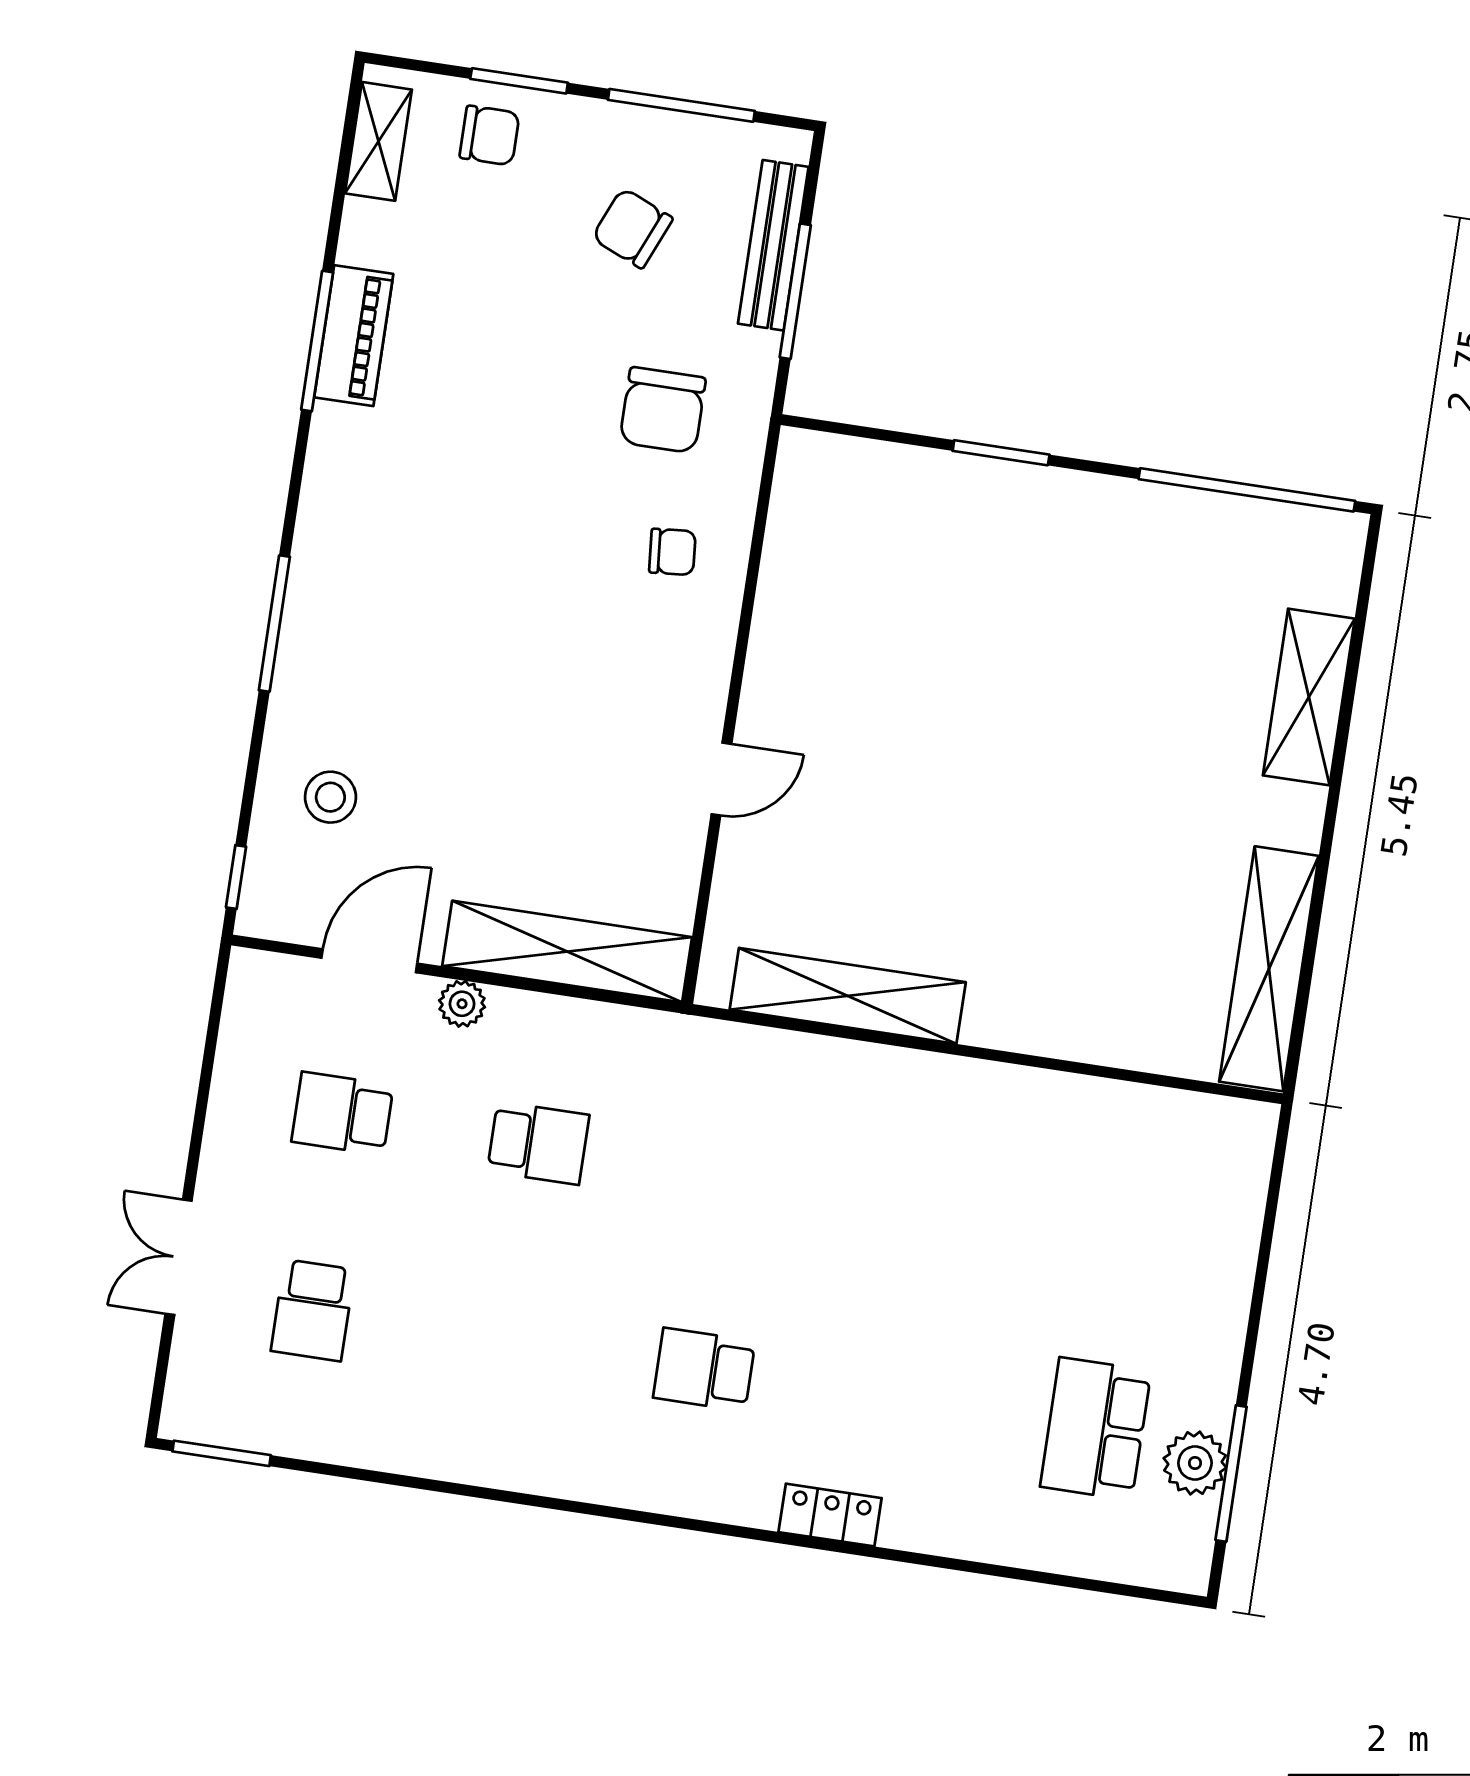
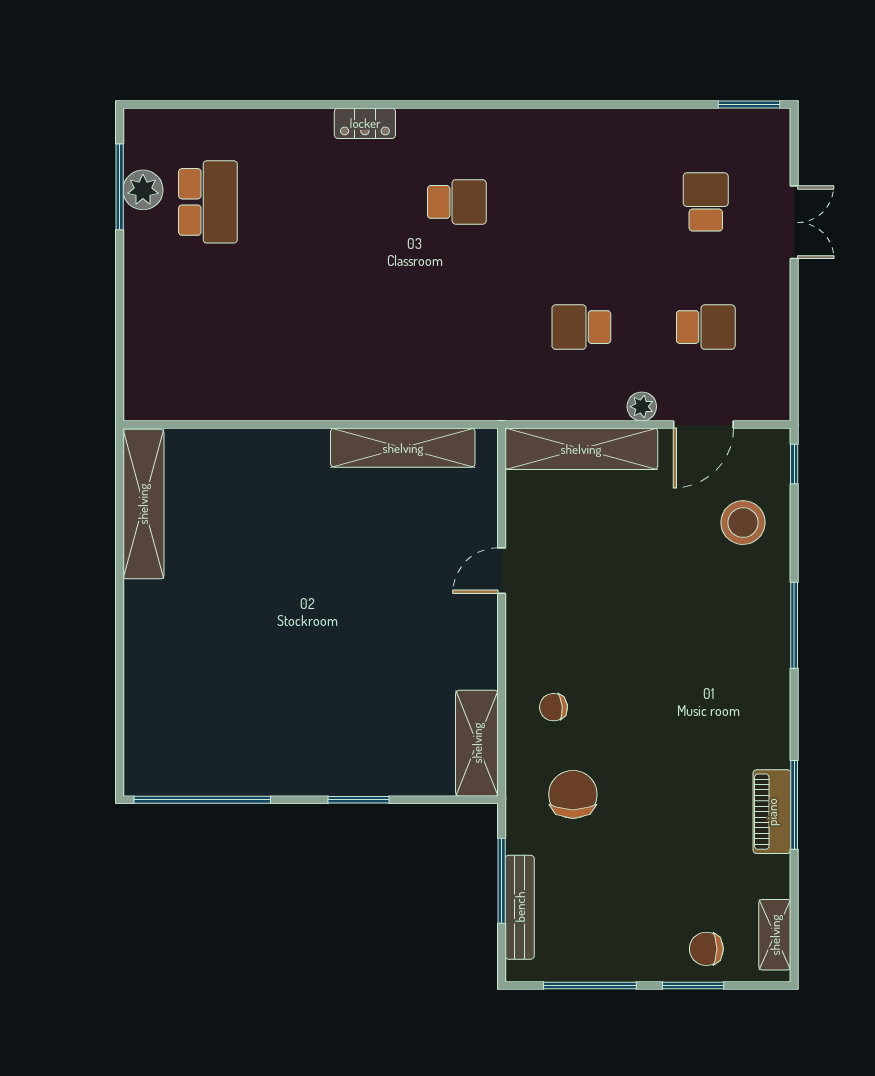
chair: (632, 228) -> (609, 905), removed
shelving: (1309, 697) -> (477, 743), moved
stool: (330, 797) -> (743, 523), width x1.38, depth x1.38

